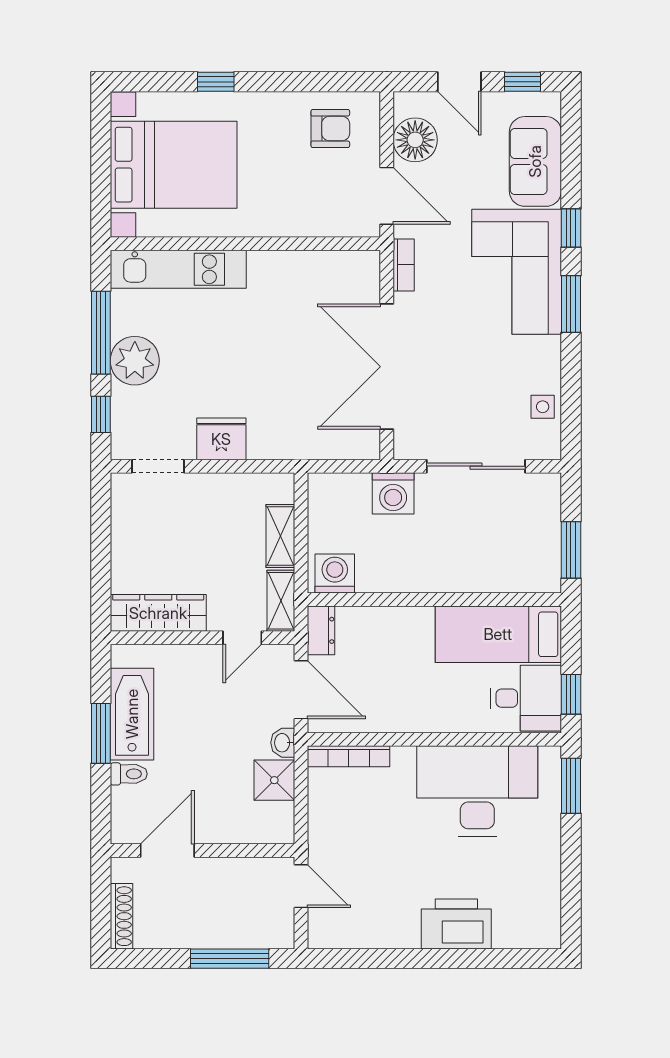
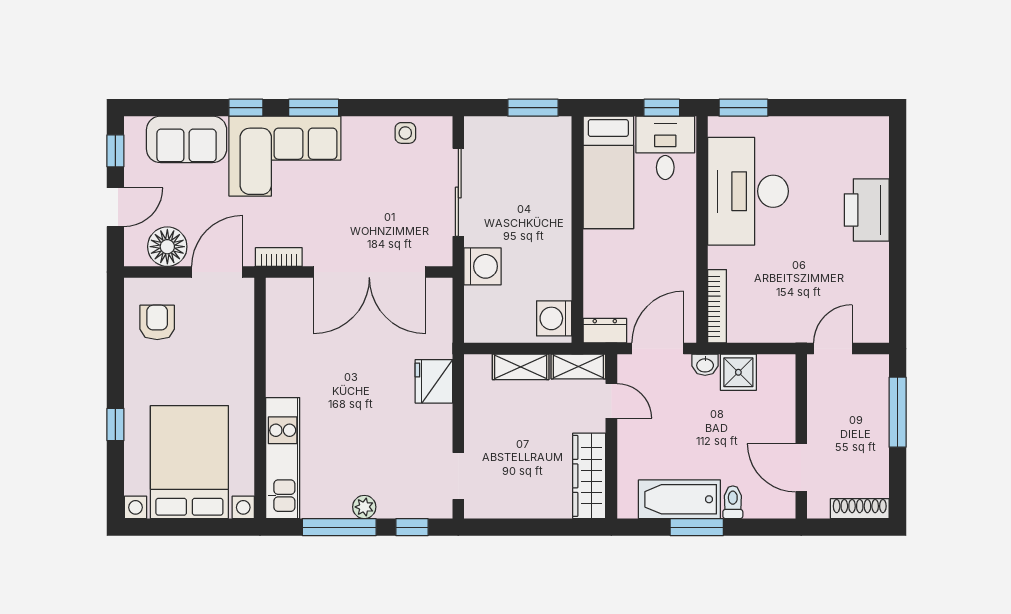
plant: (135, 361) -> (364, 507), width x0.53, depth x0.53
fridge: (221, 439) -> (434, 381), moved

